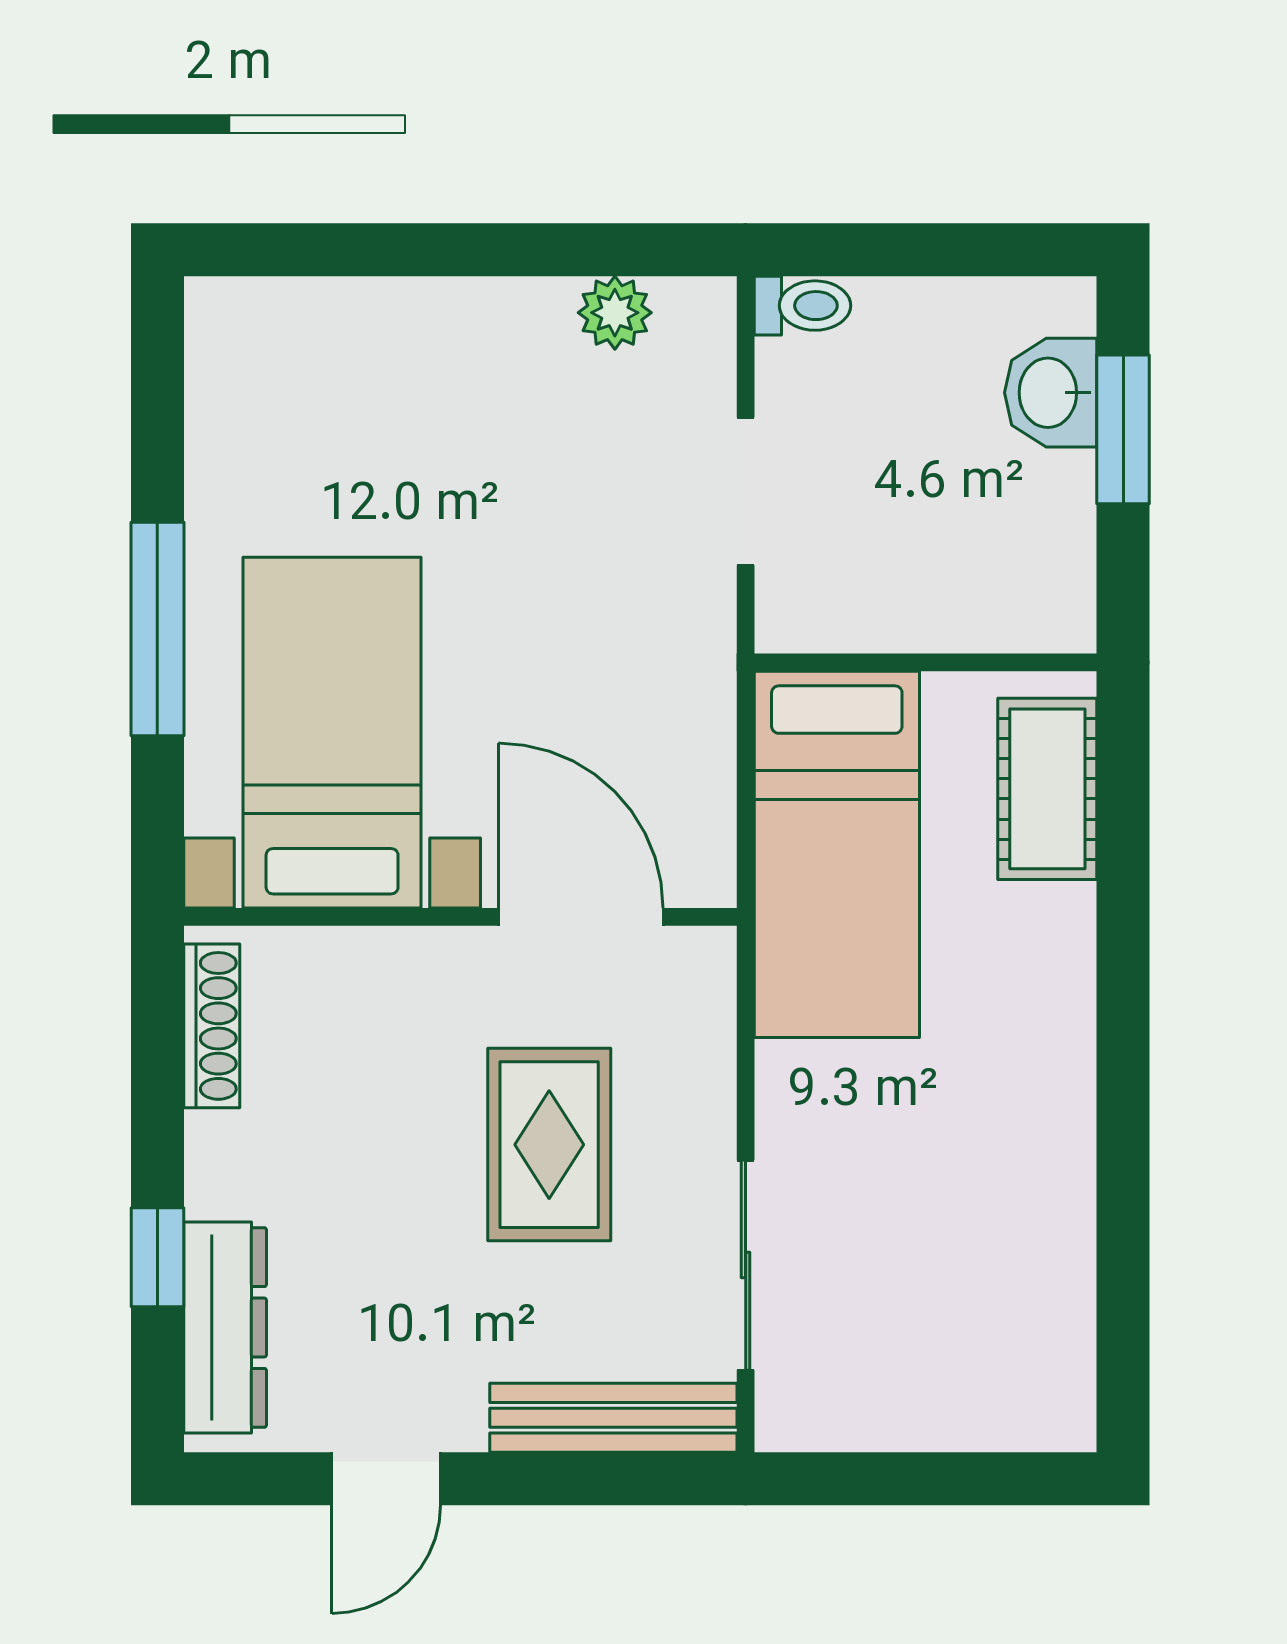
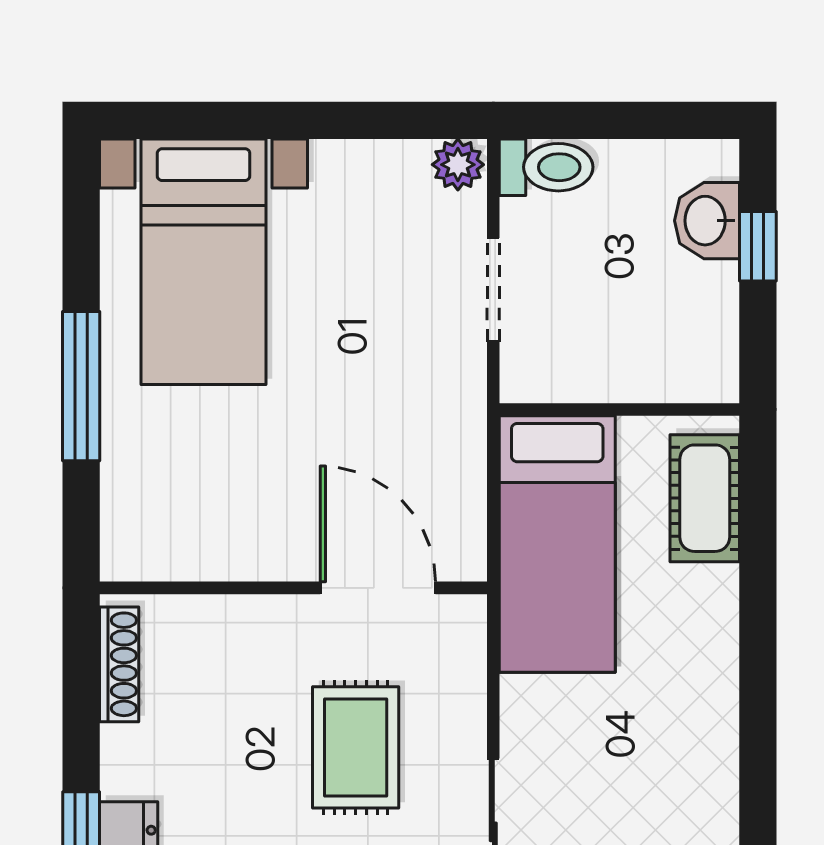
toilet: (802, 306) -> (546, 167), width x1.37, depth x1.39
plant: (615, 313) -> (458, 165), moved
window: (1123, 429) -> (758, 246), width x0.67
bed with nightstands: (332, 733) -> (204, 262), moved, turned 180

